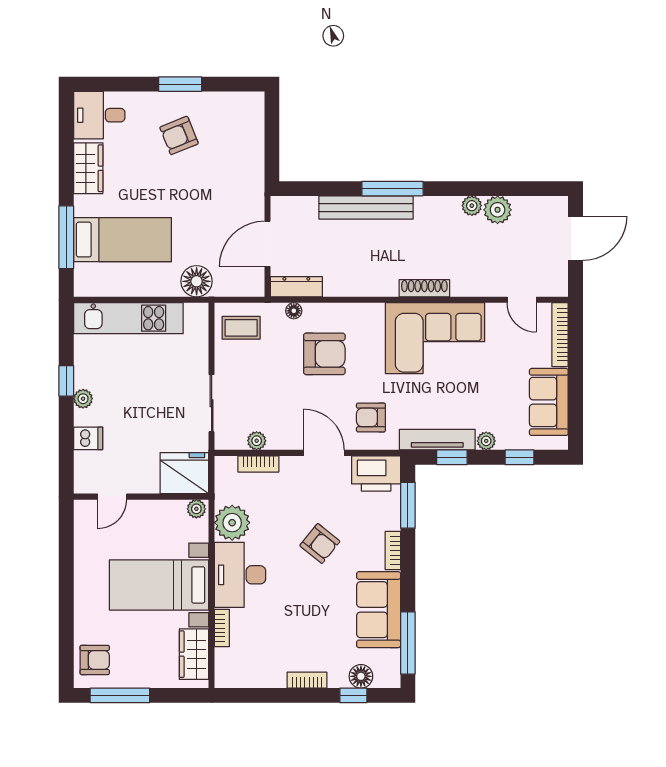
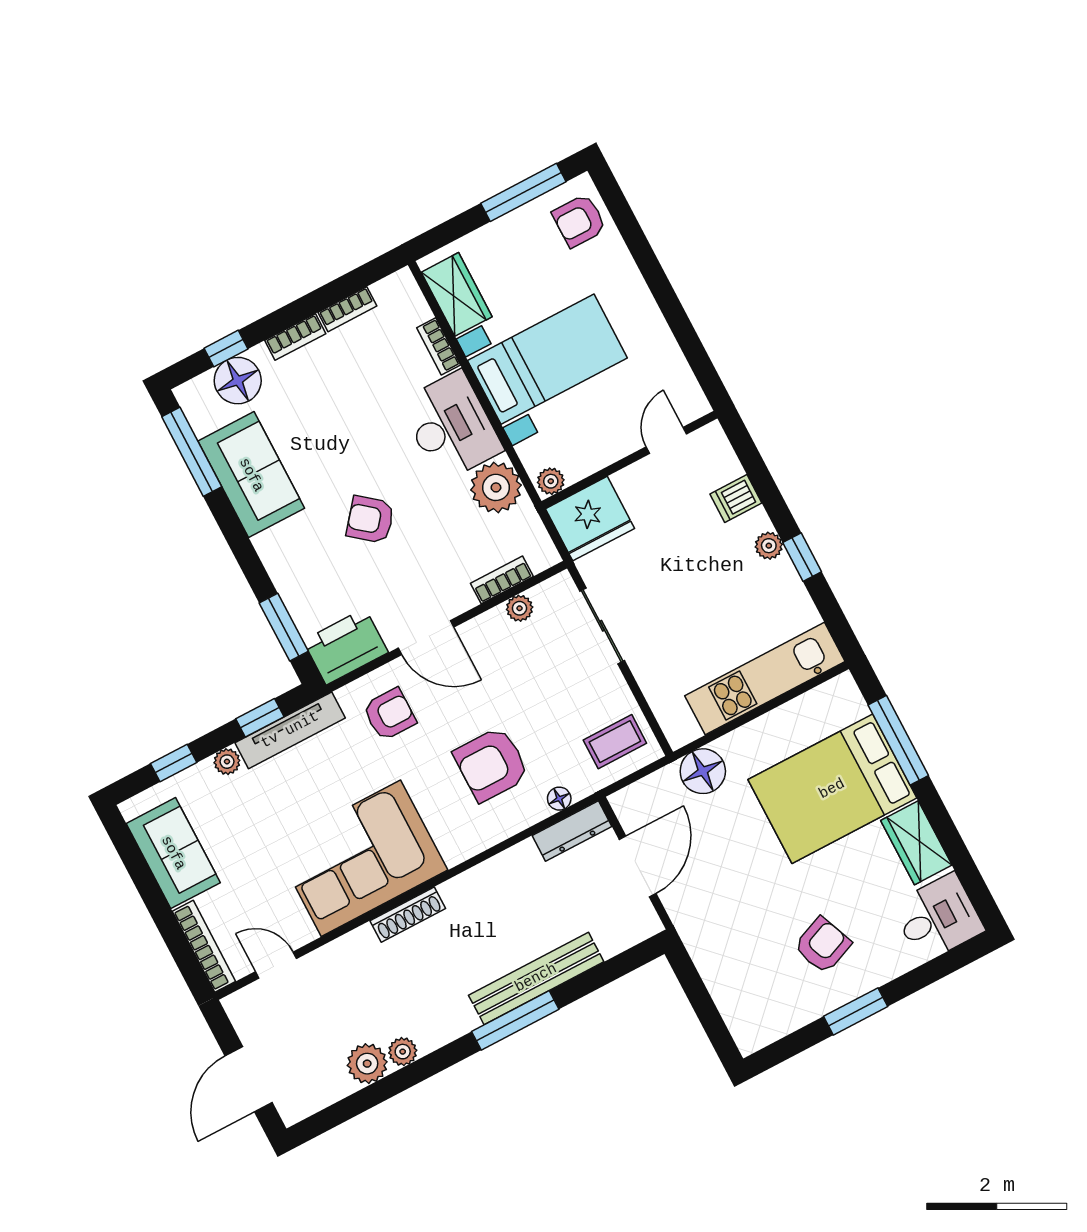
bed: (122, 240) -> (832, 789), width x1.50
bookcase: (393, 551) -> (347, 309), moved, turned 90
floor lamp: (361, 676) -> (238, 381), width x1.38, depth x1.38

